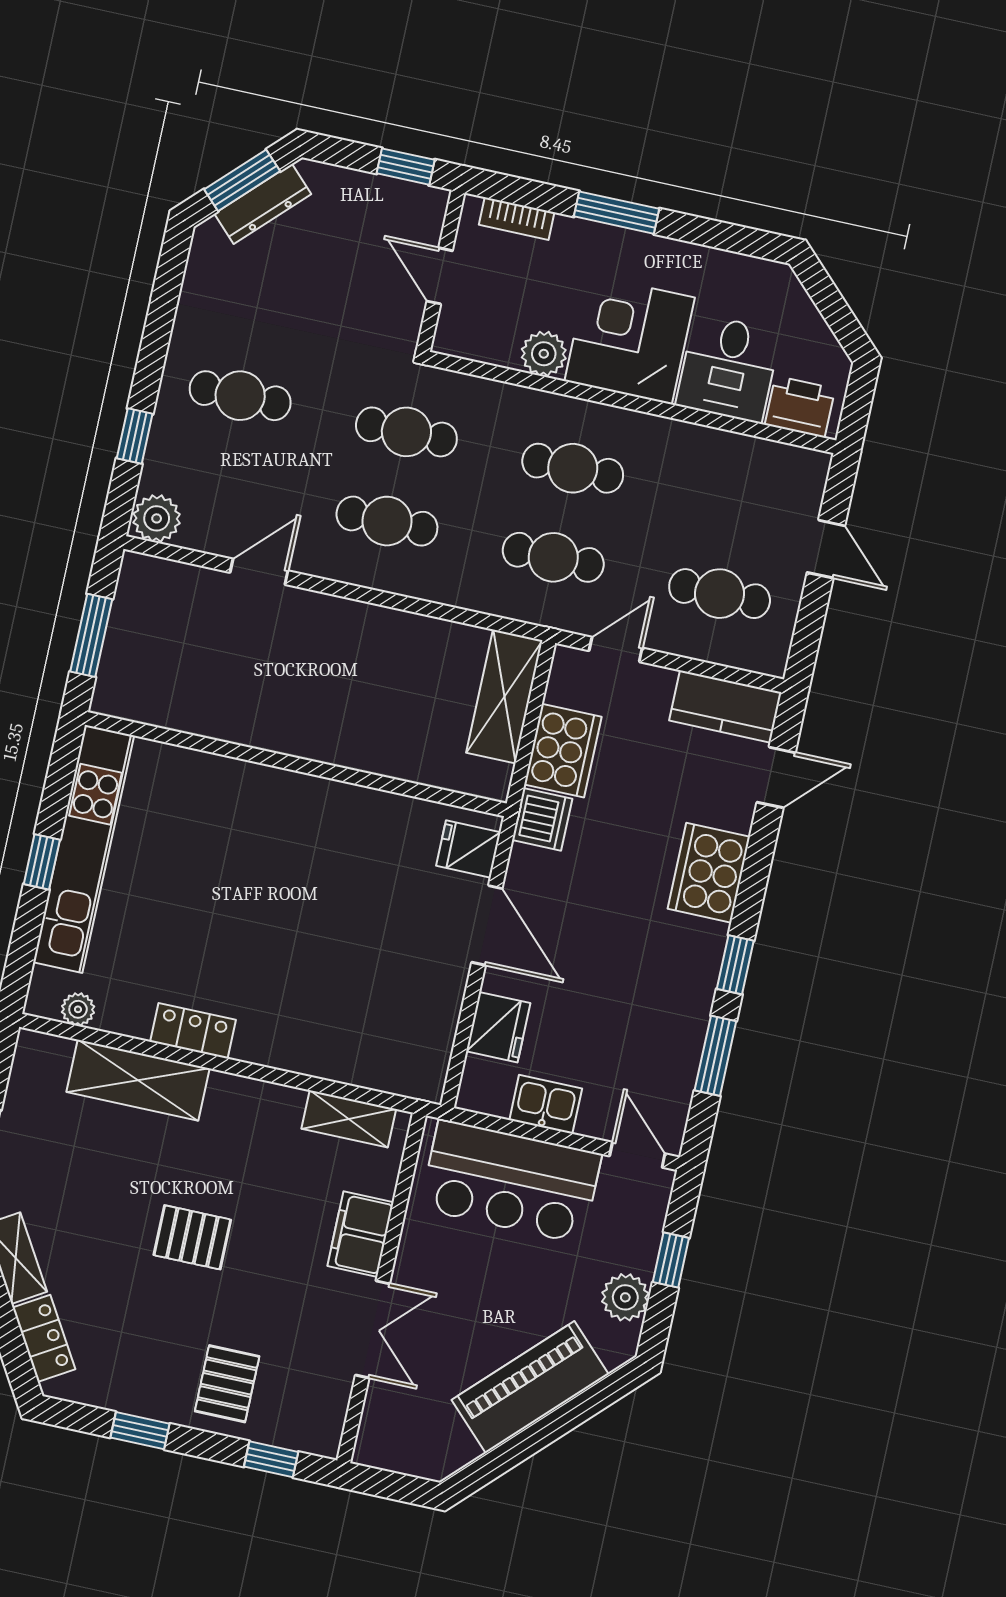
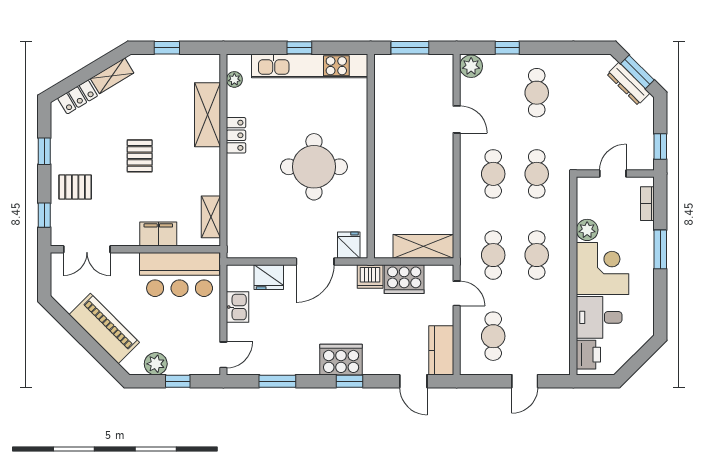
cooker: (709, 873) -> (341, 360), moved
round table: (292, 885) -> (314, 167), added
window: (735, 965) -> (349, 381), moved
bar counter: (511, 1181) -> (180, 274), moved, turned -90
double door: (372, 1329) -> (87, 249), moved

